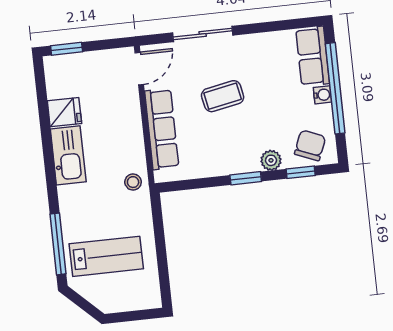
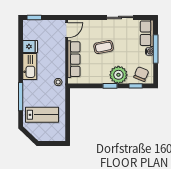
sliding door: (203, 34) -> (120, 17), moved
window: (335, 88) -> (156, 49), width x0.68
plant: (271, 160) -> (118, 75), width x1.88, depth x1.88
window: (58, 244) -> (21, 97), moved

